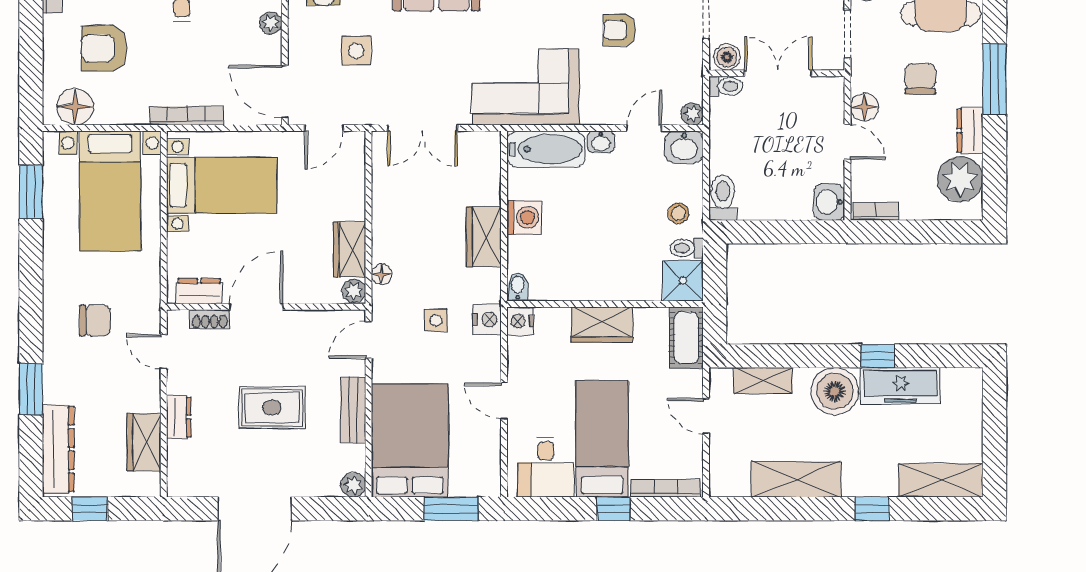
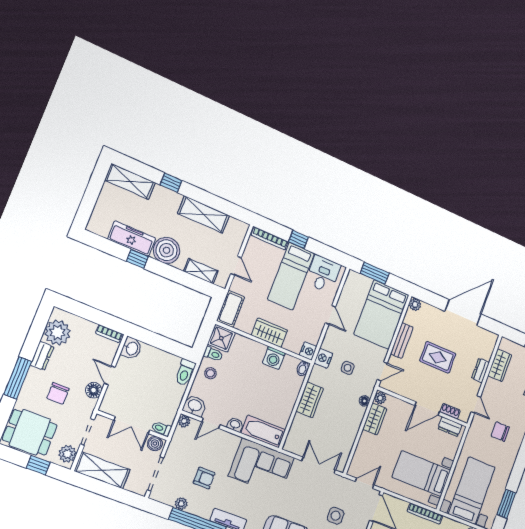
washing machine: (524, 217) -> (274, 358), moved, turned -90

